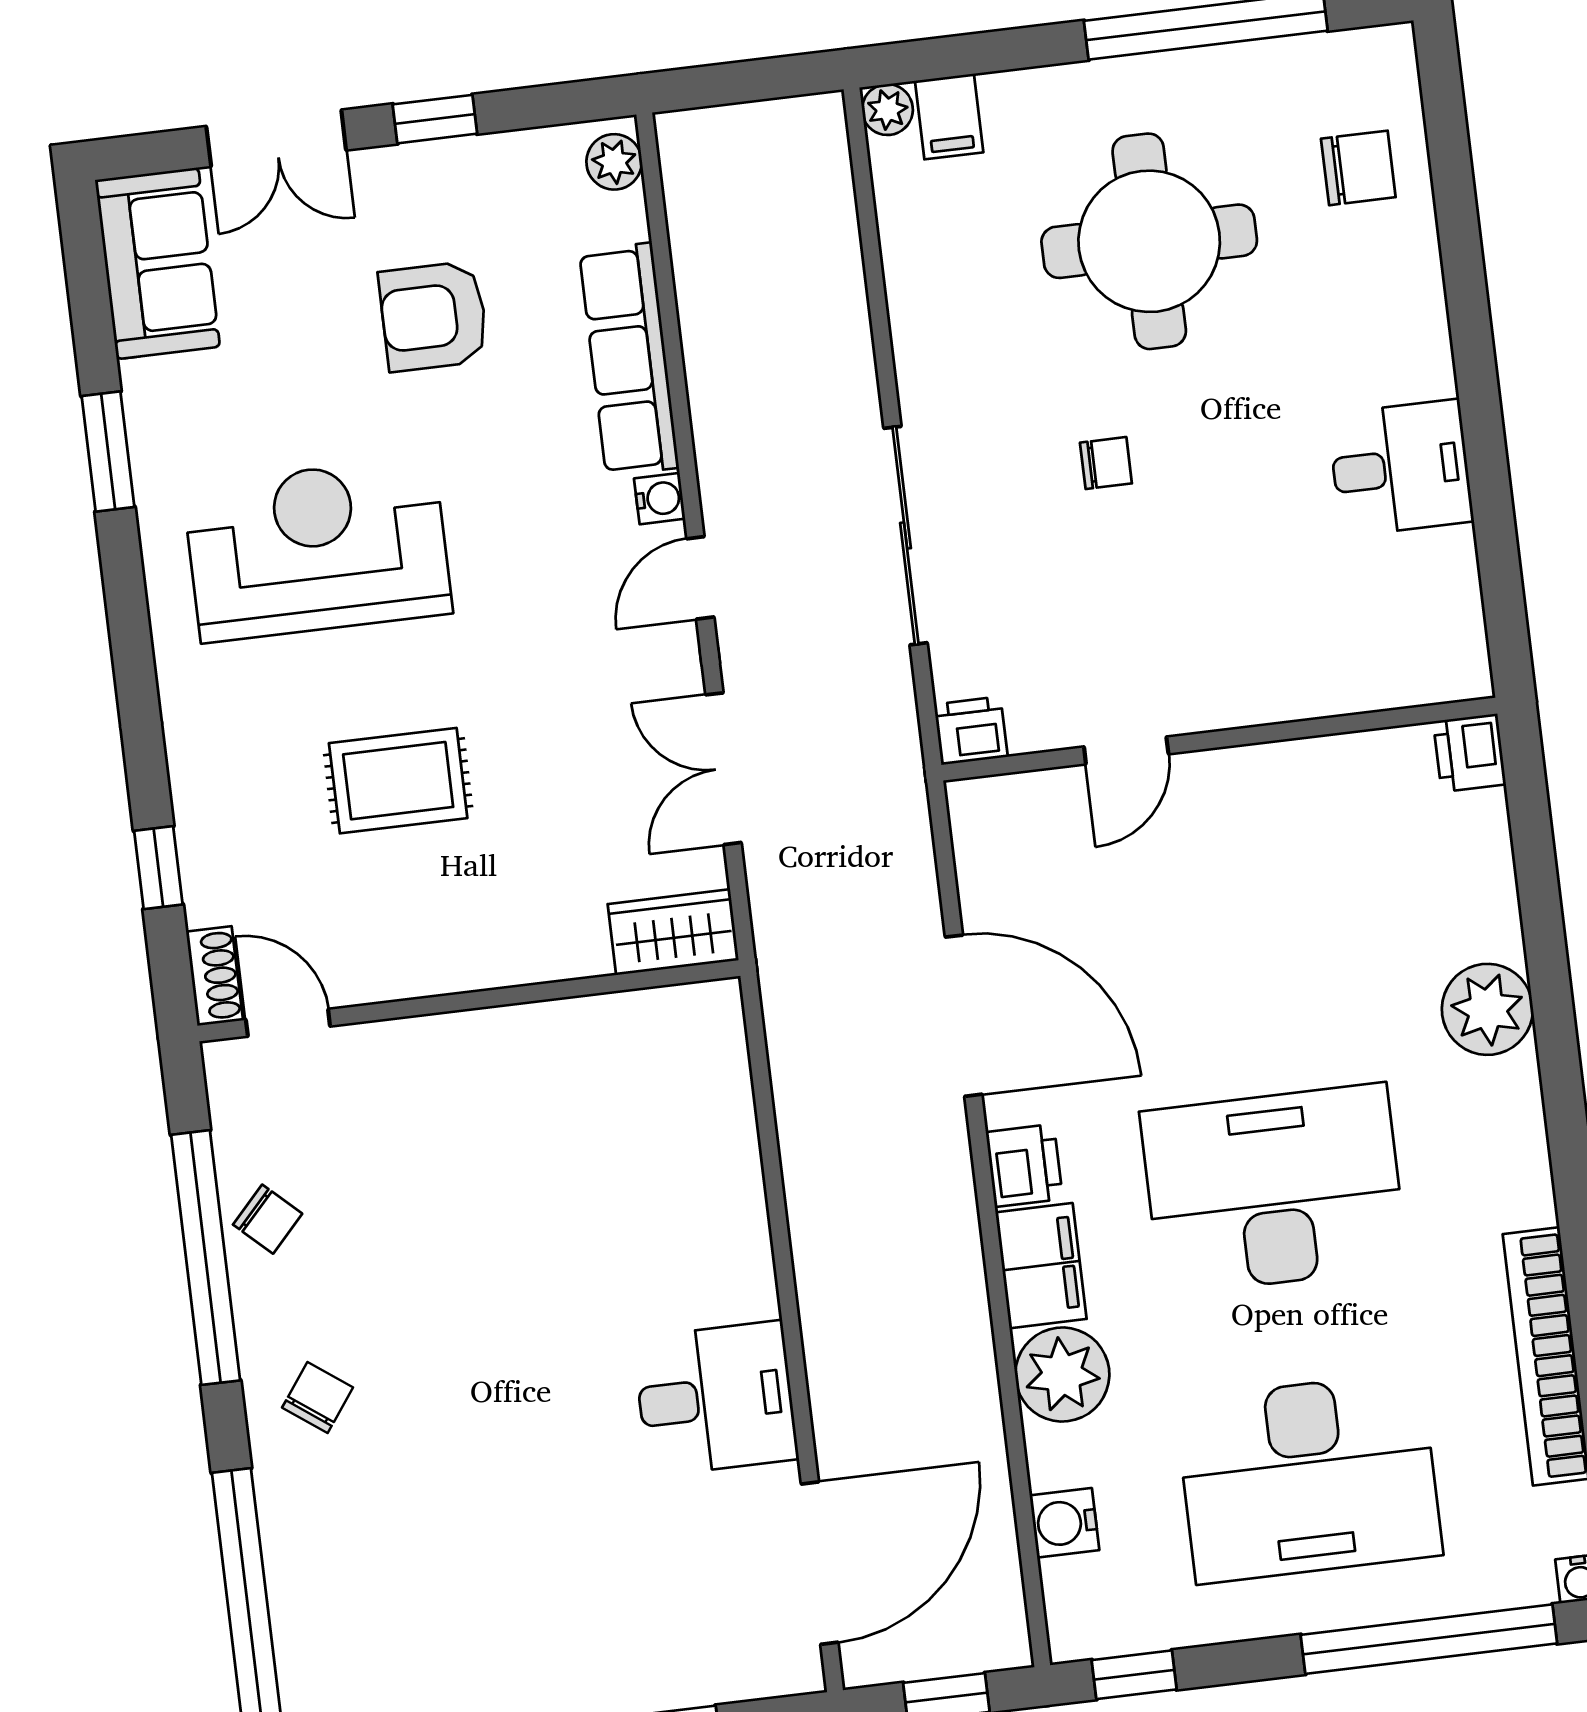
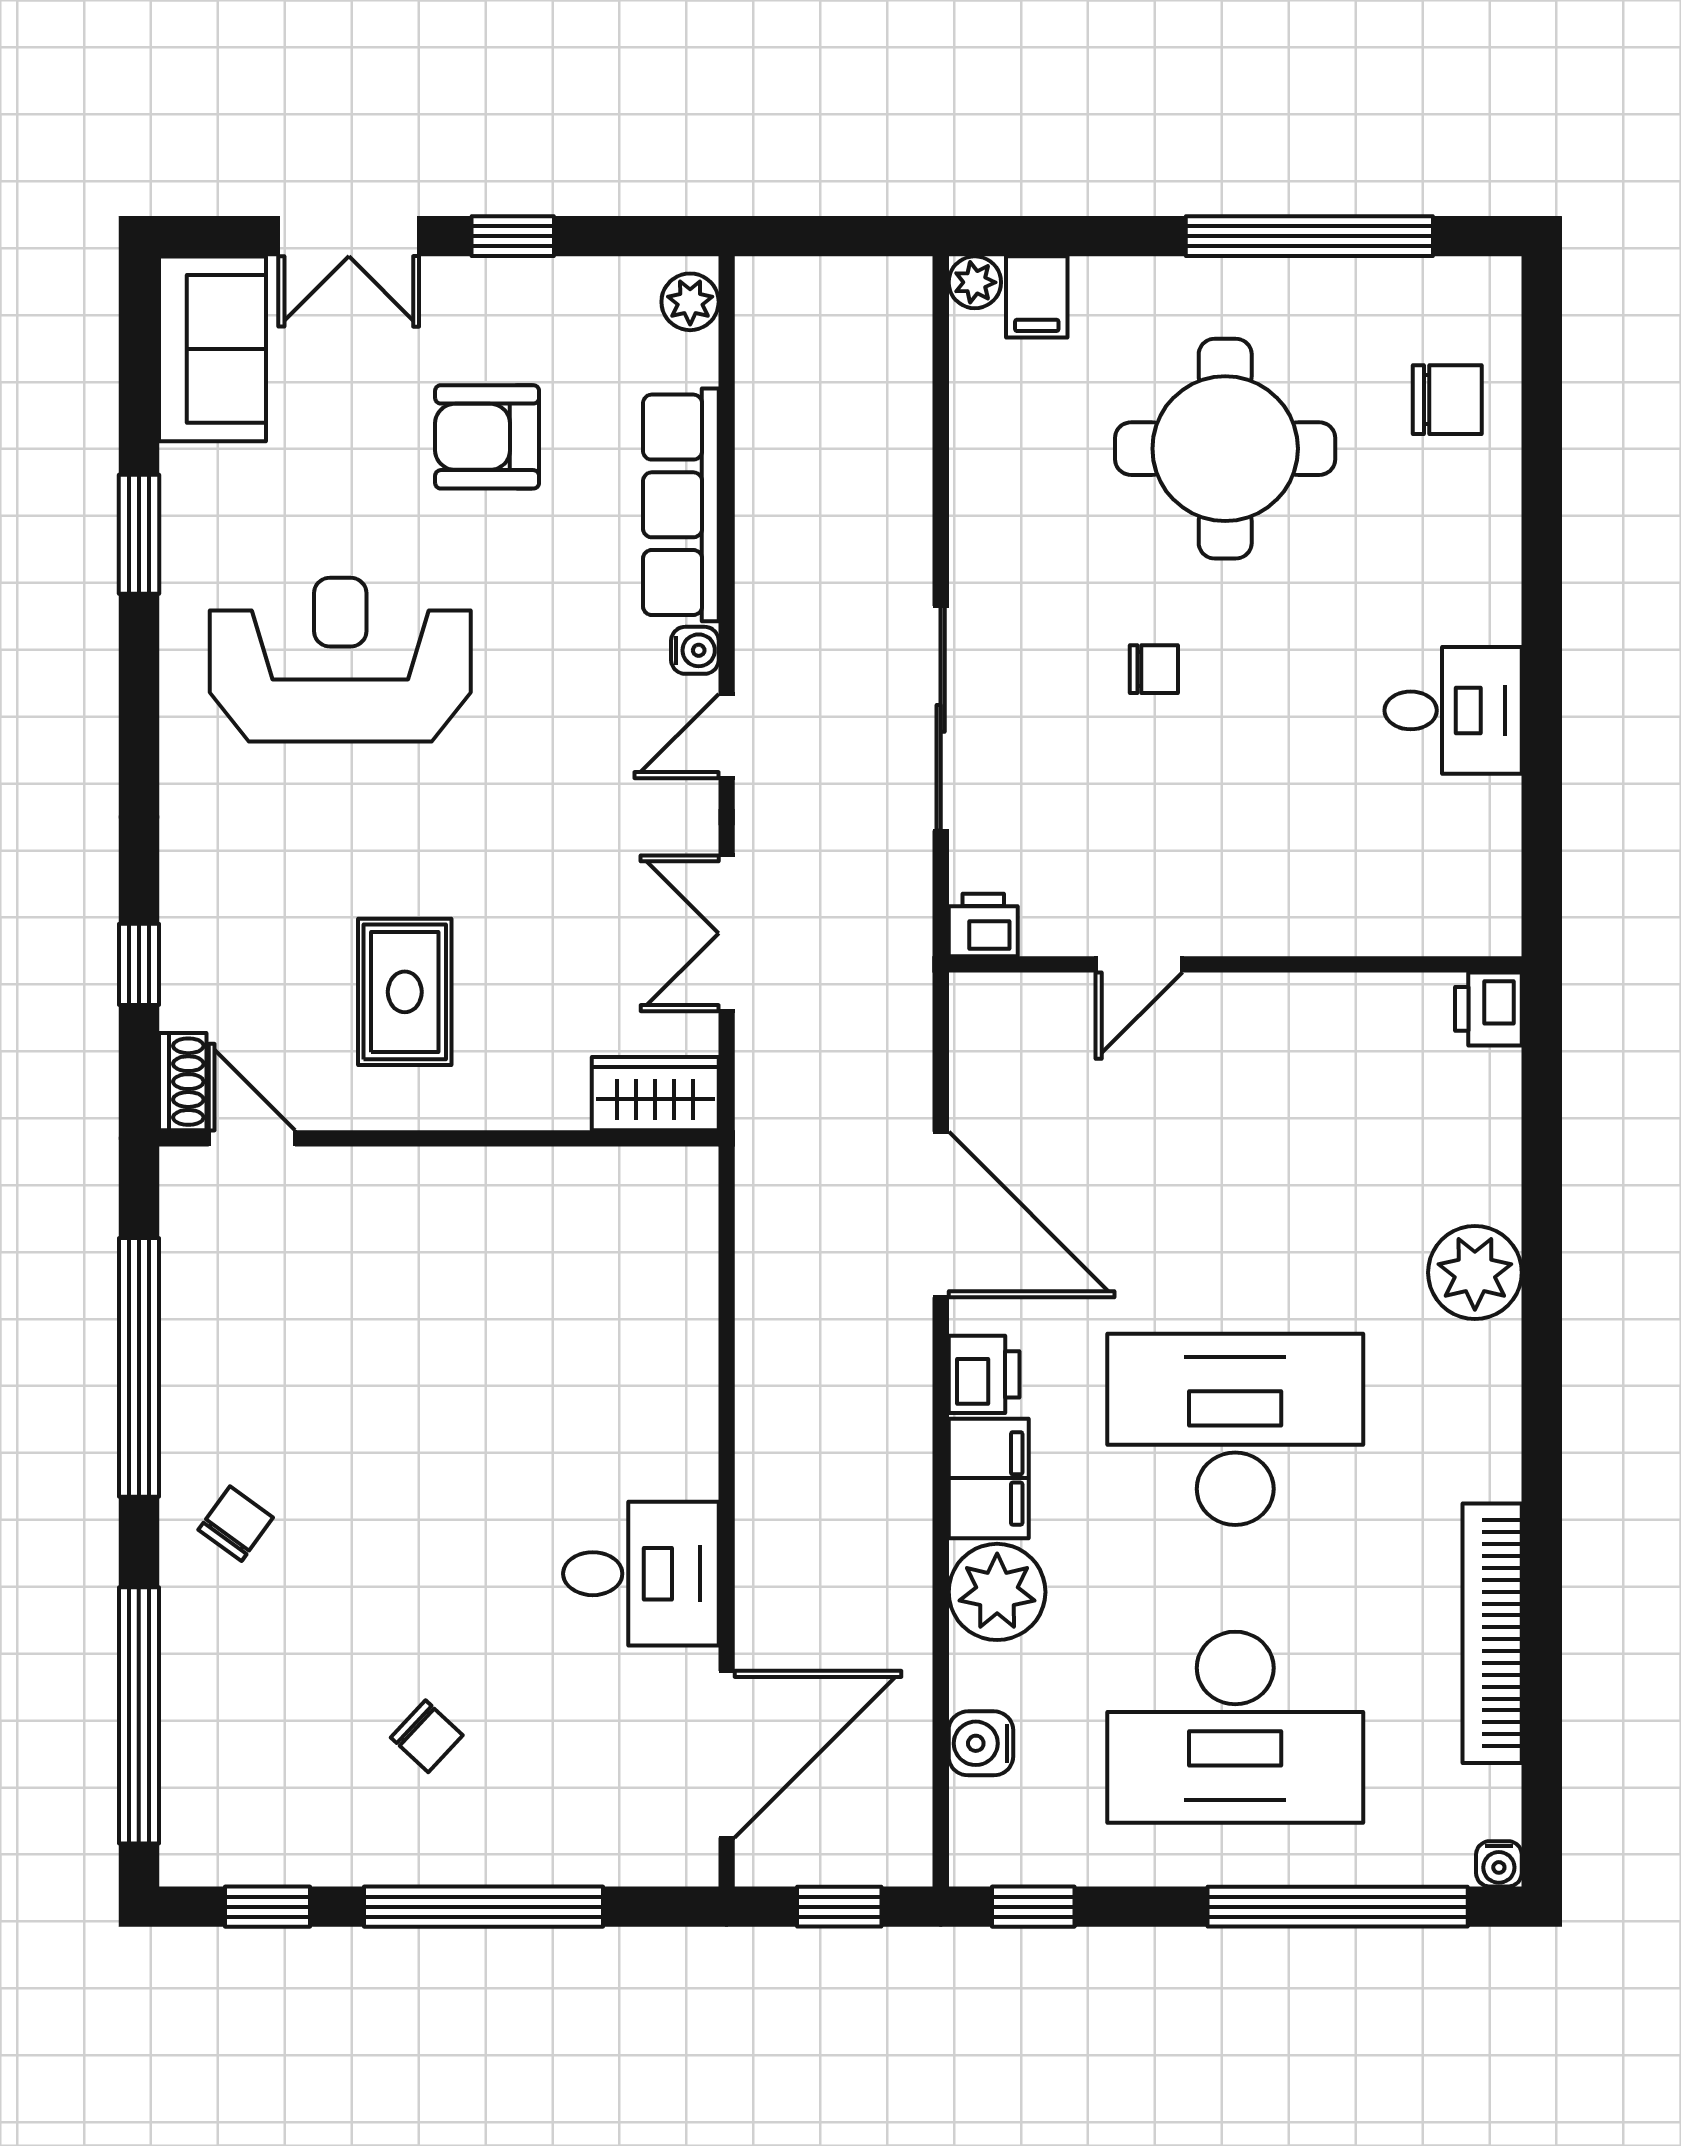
rug: (398, 781) -> (405, 992), moved, turned 90
chair: (268, 1219) -> (427, 1736), moved

